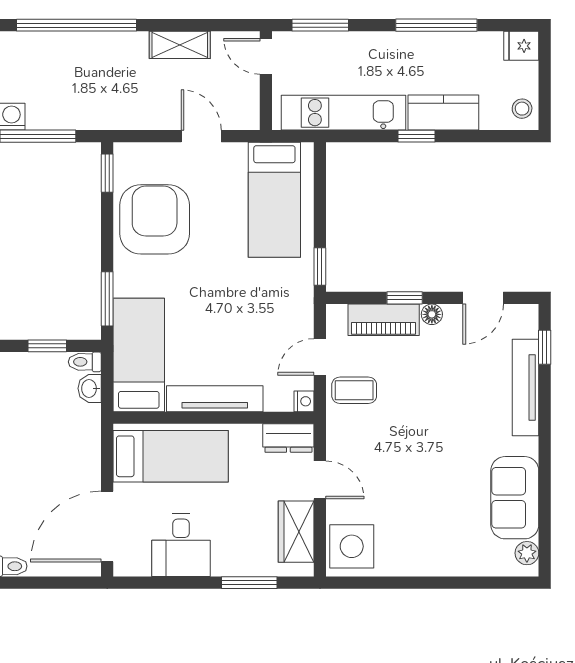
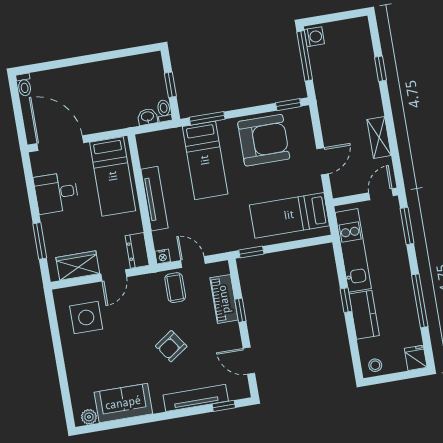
window: (77, 25) -> (380, 69), width x0.32
floor lamp: (432, 314) -> (233, 329), removed
bed: (139, 355) -> (205, 160), moved, turned 90
armchair: (441, 411) -> (171, 346), added
side table: (352, 546) -> (86, 317), moved

